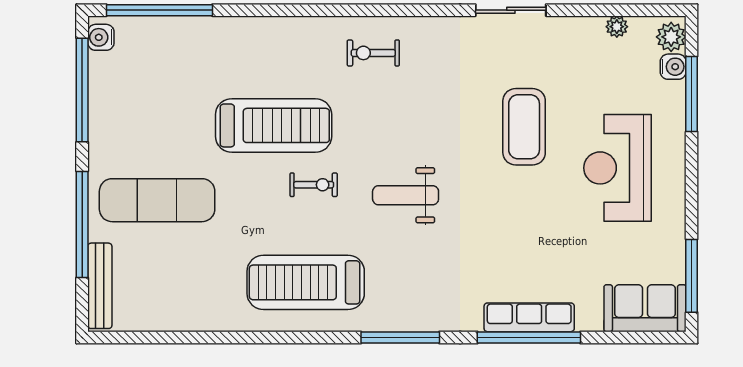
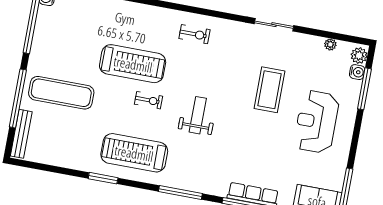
exercise bike: (373, 53) -> (194, 34), turned 180
weight bench: (406, 195) -> (198, 115), turned 90
window: (259, 337) -> (103, 178), added

